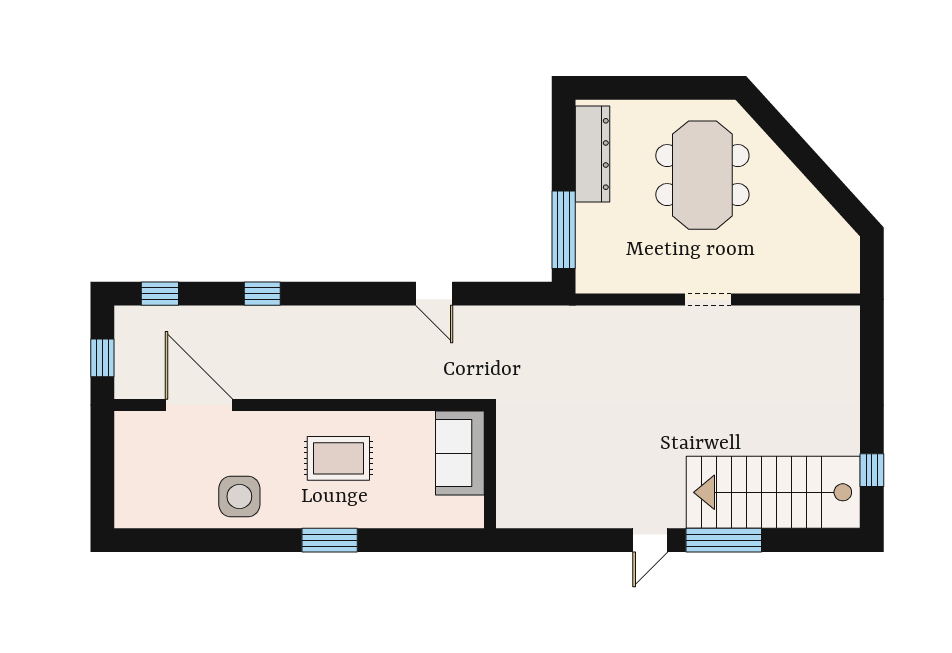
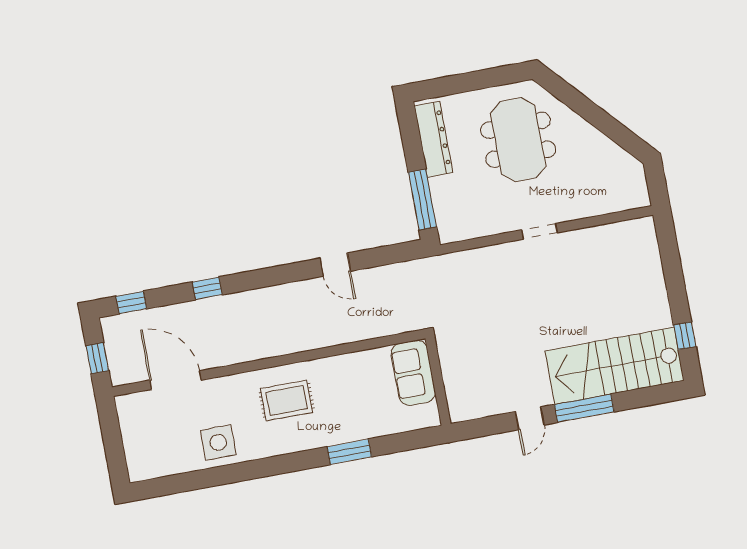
sofa: (460, 453) -> (413, 373), moved
wall: (490, 470) -> (438, 381), moved
window: (330, 540) -> (349, 452), moved

